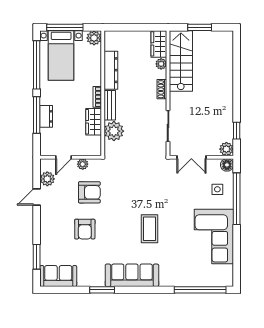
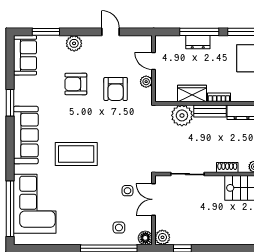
plant: (47, 179) -> (74, 43), moved
side table: (183, 181) -> (128, 191), added
coffee table: (149, 229) -> (76, 154), width x1.36, depth x1.32
corner sofa: (214, 237) -> (35, 204), moved, turned 90

